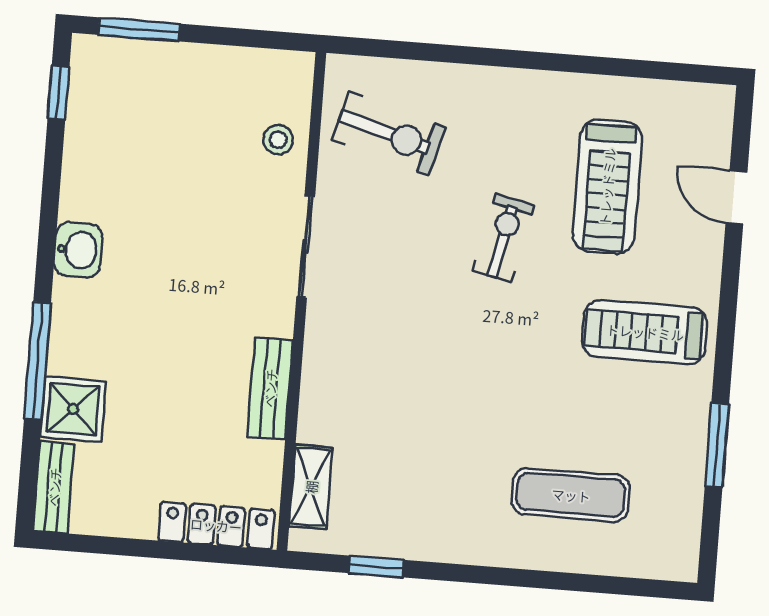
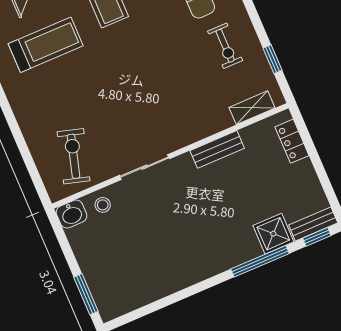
window: (59, 92) -> (317, 237), moved
exercise bike: (503, 238) -> (225, 46), moved, turned -102
washbasin: (78, 250) -> (72, 214), moved, turned 180
locker: (216, 525) -> (292, 141), width x0.66

